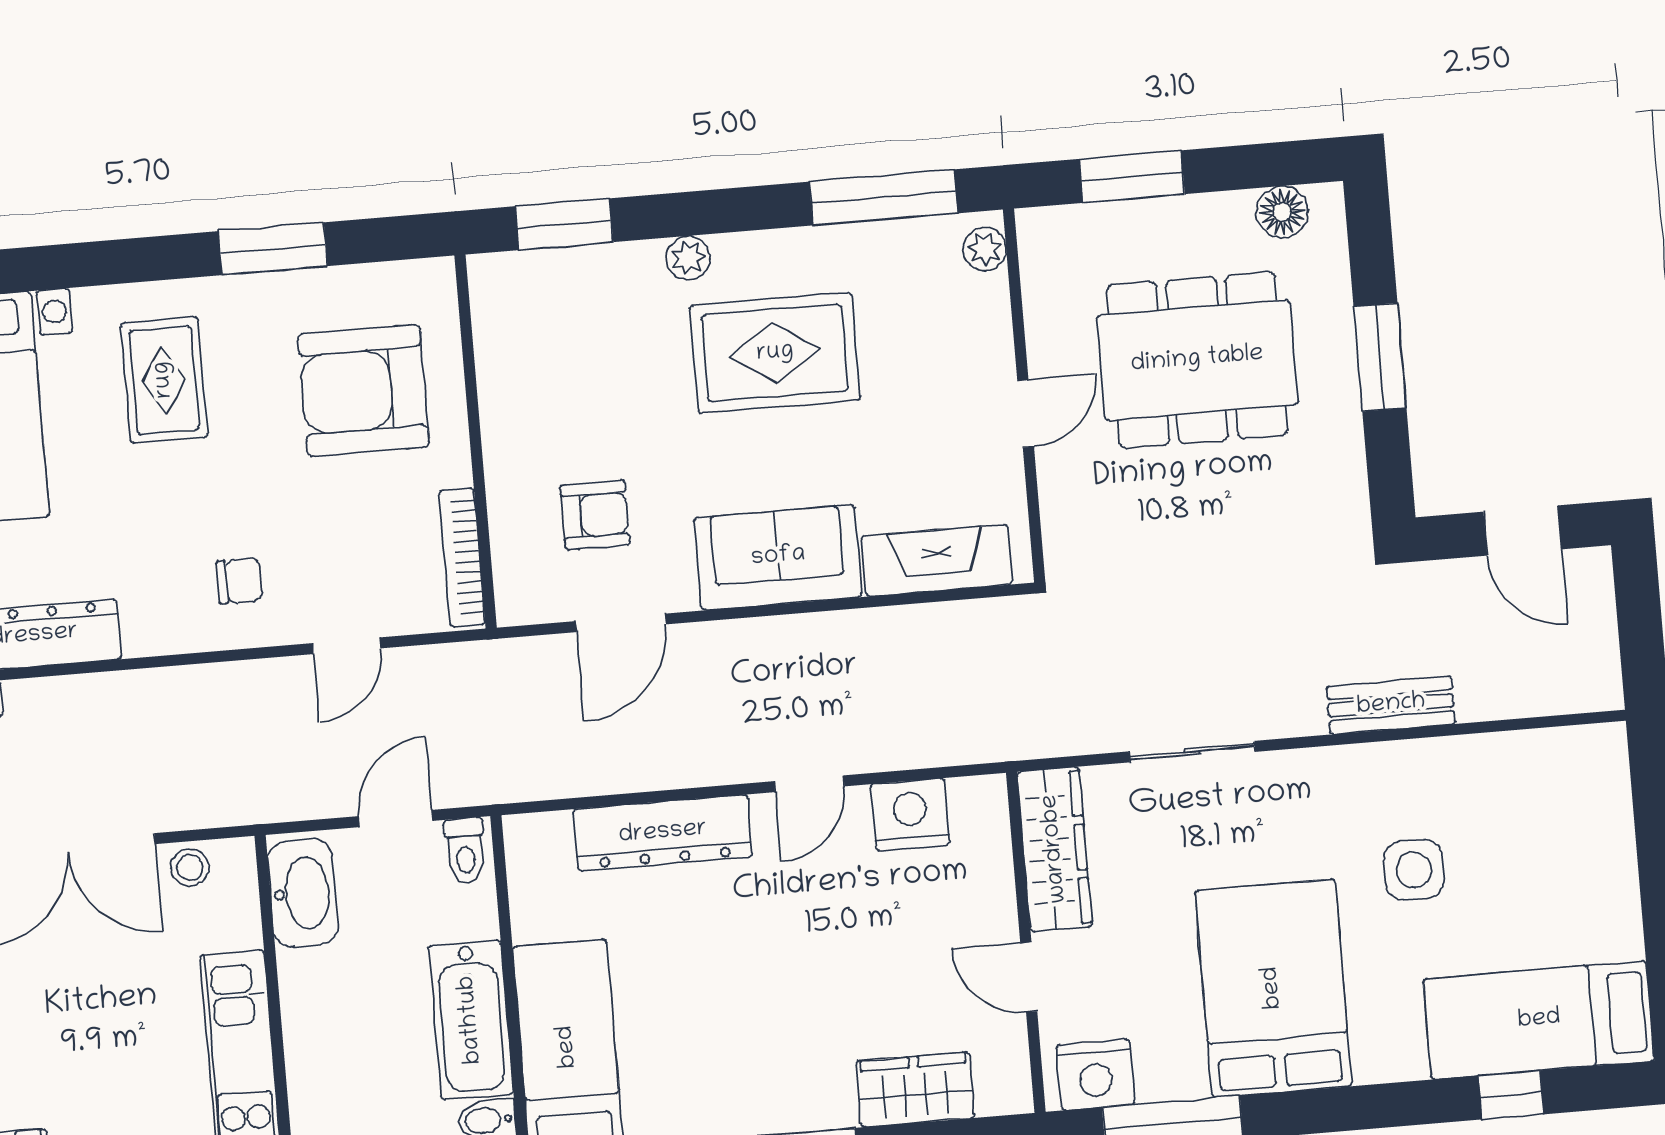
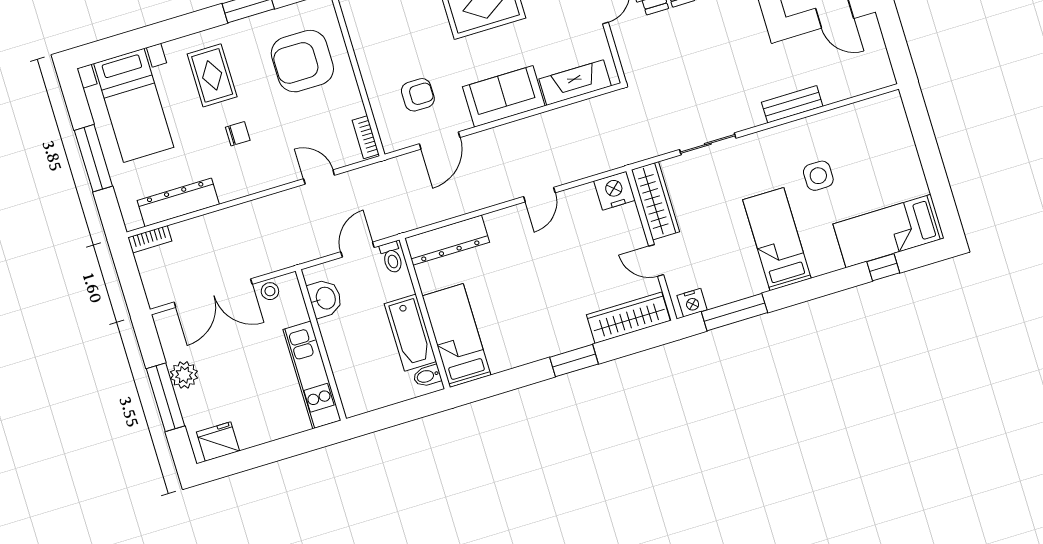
bookcase: (462, 557) -> (366, 137), width x0.64
chair: (240, 581) -> (238, 134), moved
door: (347, 646) -> (319, 177), swing flipped
nightstand: (910, 814) -> (614, 191), moved
dresser: (663, 833) -> (447, 240), moved
washbasin: (303, 893) -> (325, 298), width x0.72
bed: (1273, 988) -> (777, 239), width x0.67
nightstand: (1096, 1075) -> (692, 303), width x0.74, depth x0.75
wardrobe: (915, 1090) -> (628, 318), width x1.50

